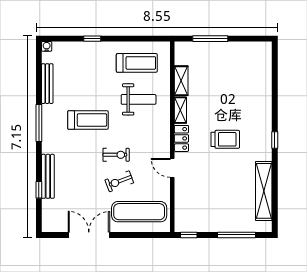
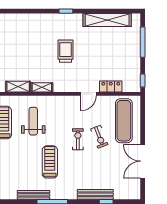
bench: (47, 84) -> (34, 195), moved
locker: (181, 138) -> (111, 87), moved

